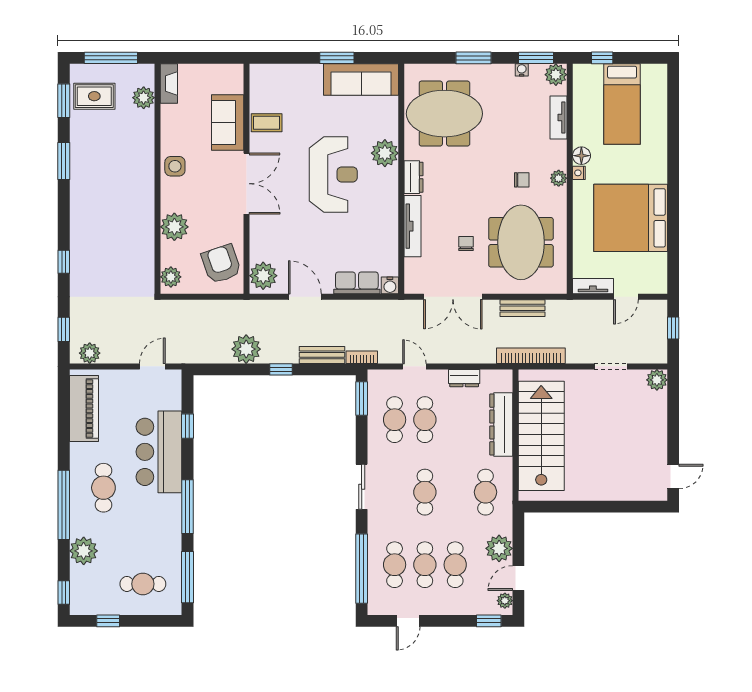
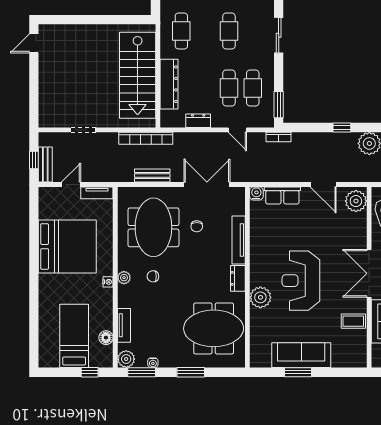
sofa: (361, 80) -> (301, 355), moved
floor lamp: (581, 156) -> (106, 338), moved
bench: (322, 355) -> (45, 164), moved, turned 90
plant: (657, 380) -> (47, 119), removed

